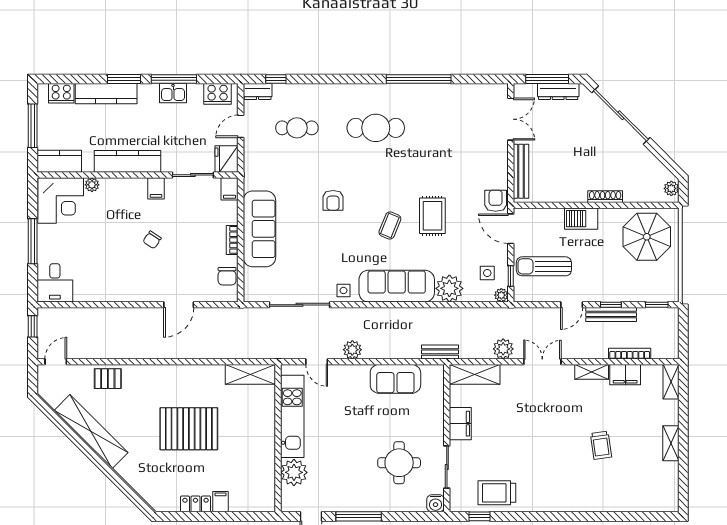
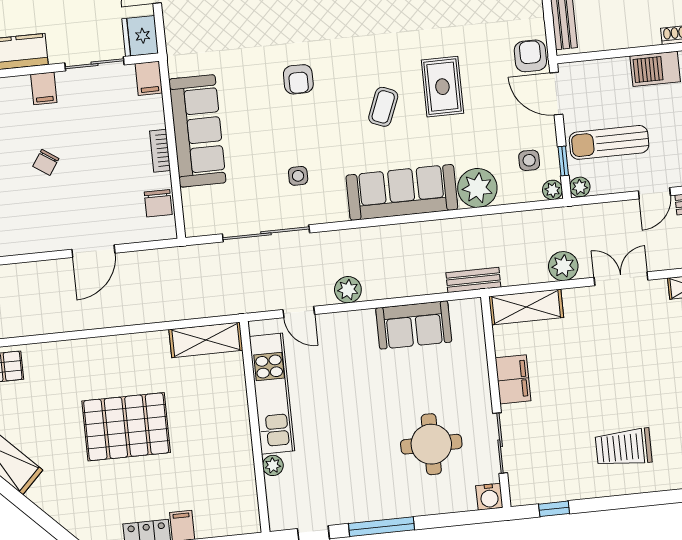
side table: (343, 290) -> (298, 176), moved
plant: (520, 295) -> (580, 187), added
plant: (294, 472) -> (273, 465), width x0.53, depth x0.53
trolley: (497, 493) -> (624, 448), moved

